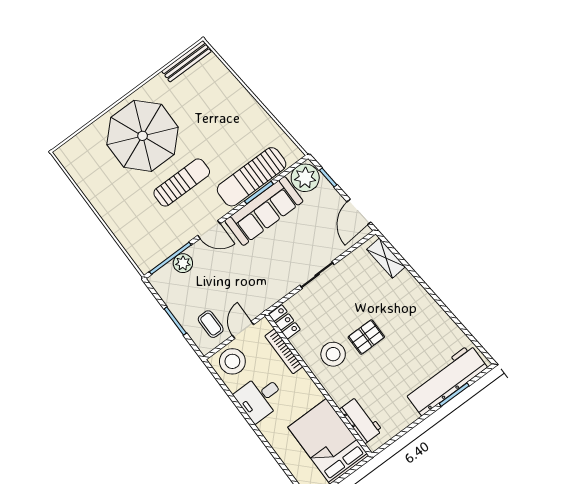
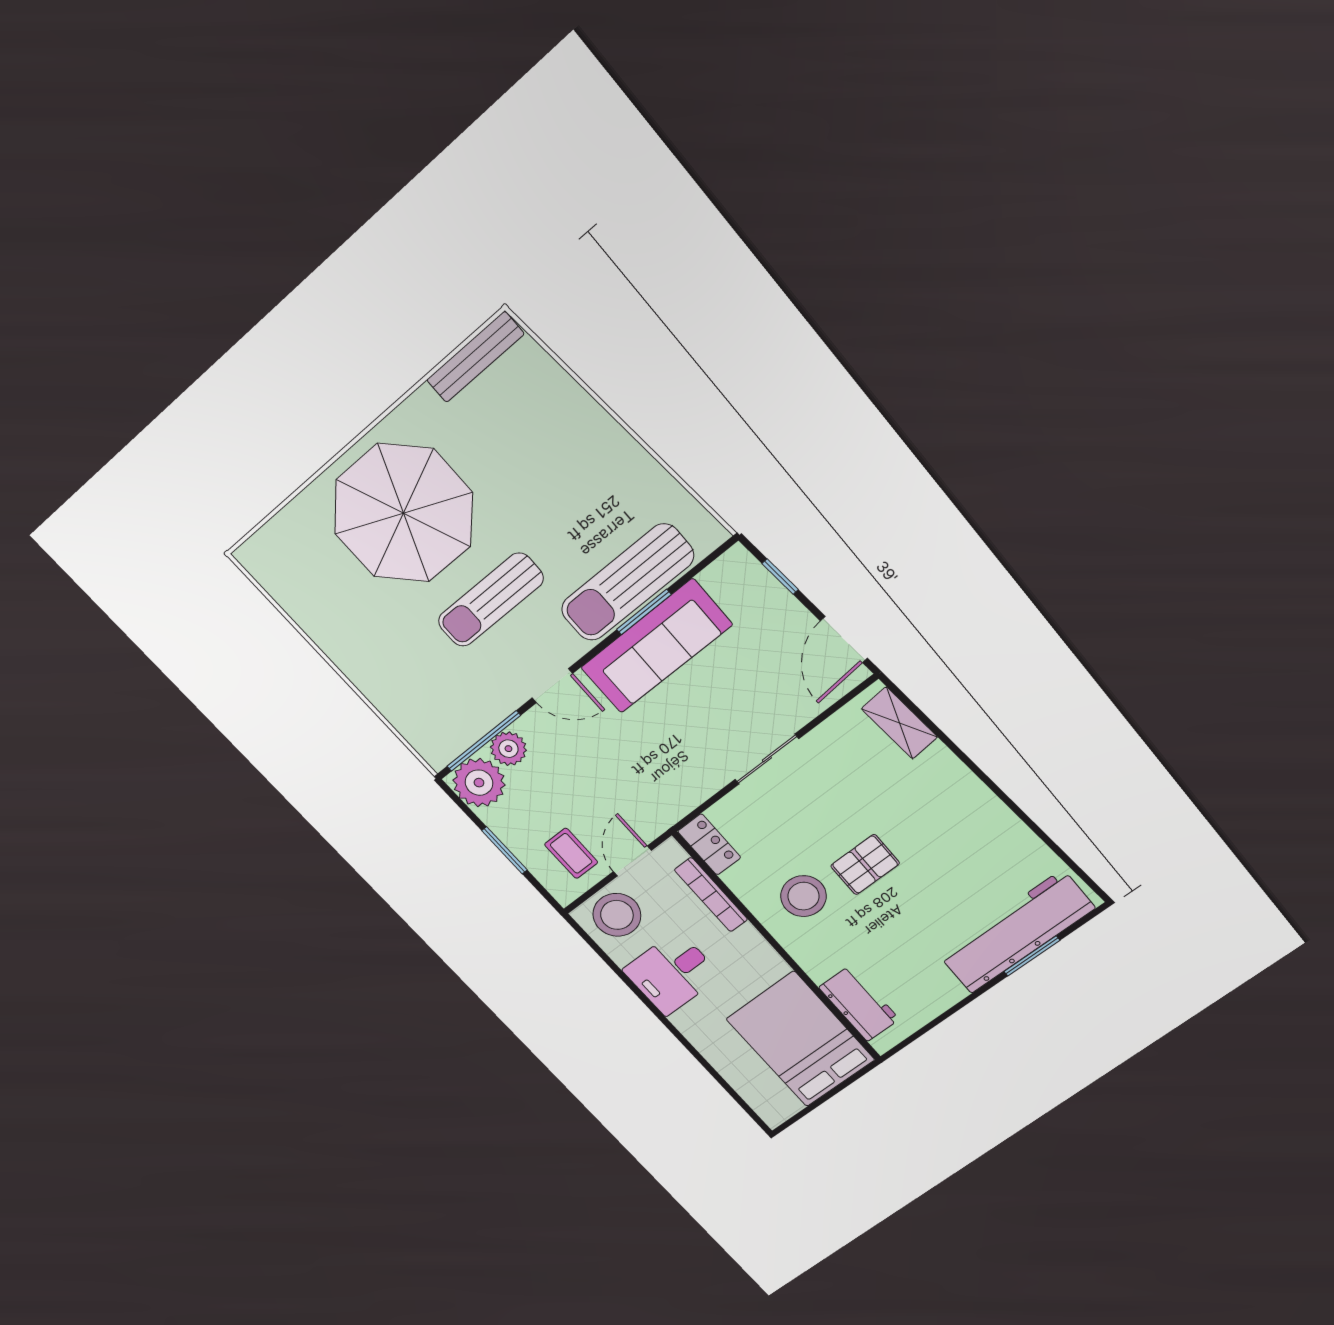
plant: (305, 178) -> (479, 783), moved
sun lounger: (182, 182) -> (491, 600), turned 180

